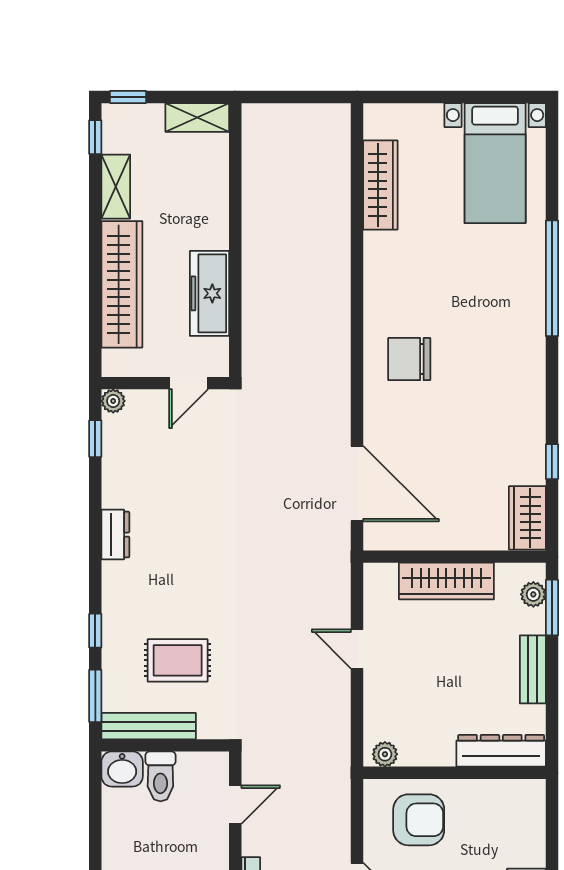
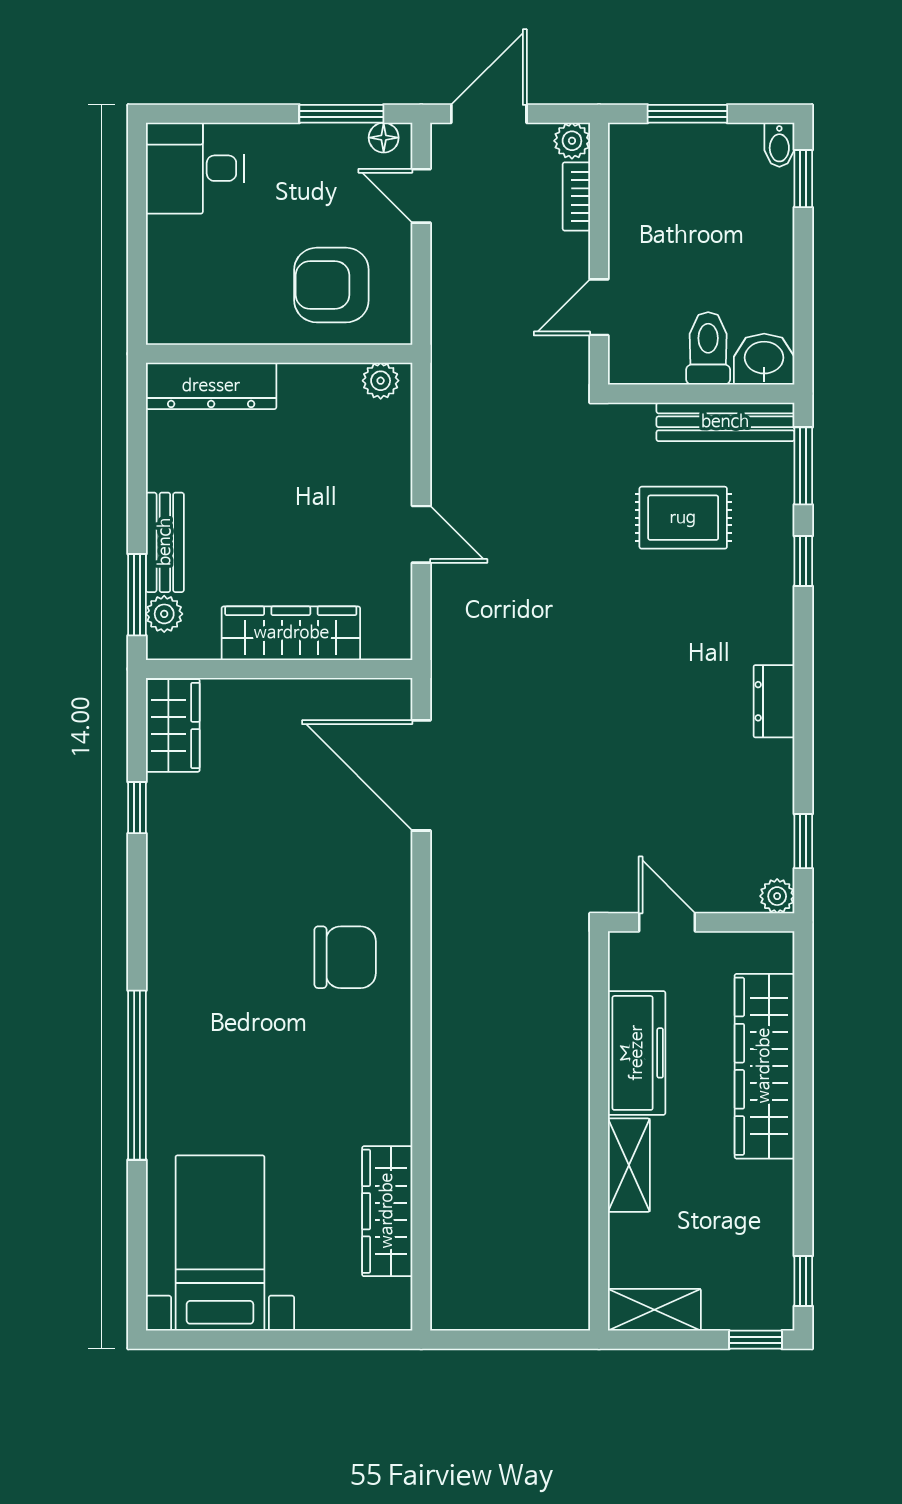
shelving: (116, 187) -> (629, 1165), moved
door: (189, 383) -> (667, 922), hinge flipped
bench: (533, 669) -> (165, 542), moved

